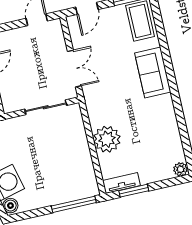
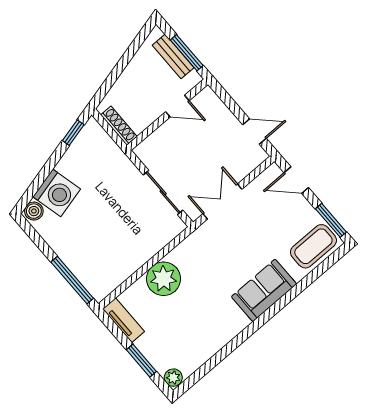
double door: (74, 69) -> (222, 202), swing flipped
window: (134, 191) -> (141, 361), moved

